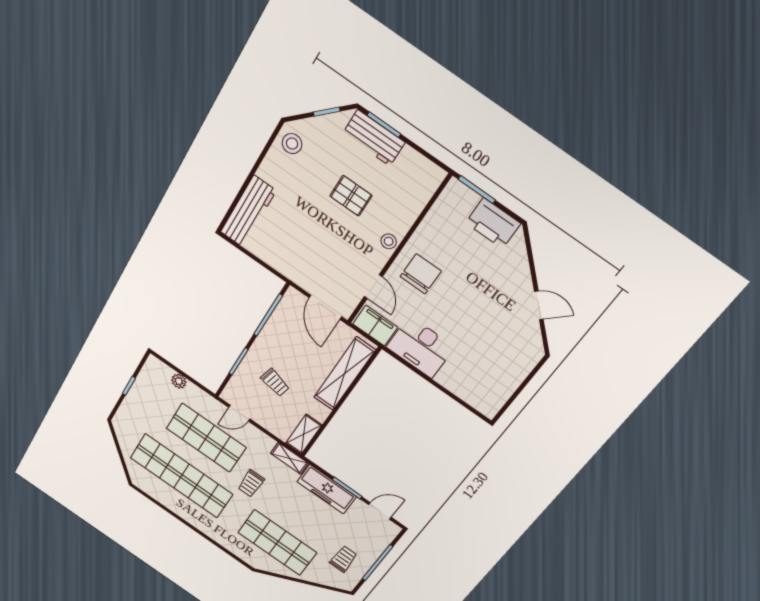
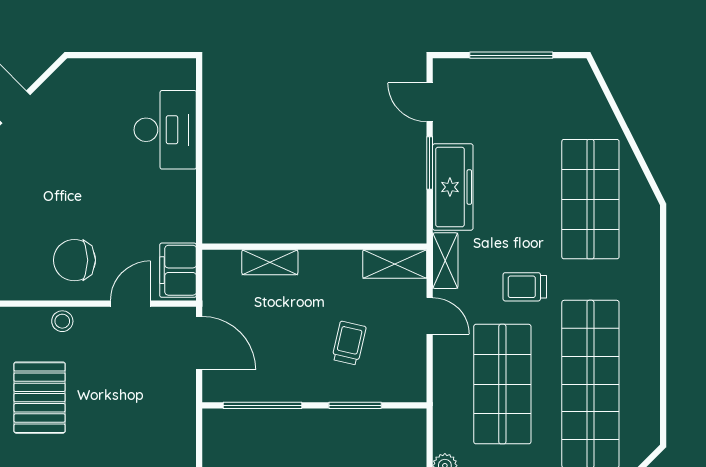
pallet: (351, 196) -> (40, 398), width x1.50, depth x1.42
door: (325, 307) -> (199, 343), hinge flipped
desk: (420, 347) -> (165, 130), moved
shelving: (344, 374) -> (270, 262), width x0.45, depth x0.75
door: (239, 413) -> (430, 316), moved
trolley: (251, 483) -> (525, 287), turned 180
trolley: (343, 559) -> (543, 100), removed

